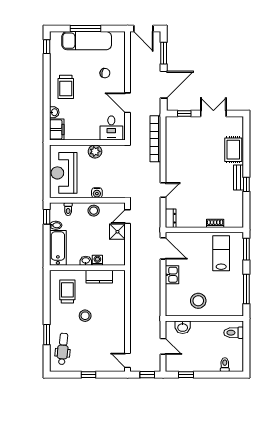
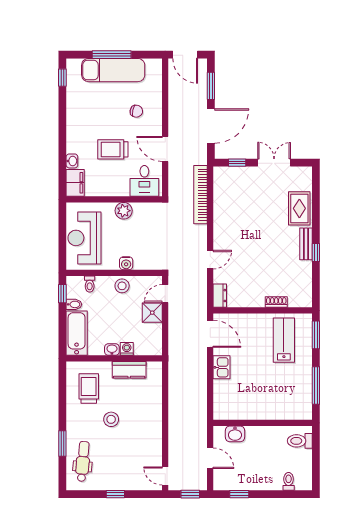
trolley: (66, 87) -> (113, 149), moved, turned 90
stool: (198, 301) -> (255, 400), removed

